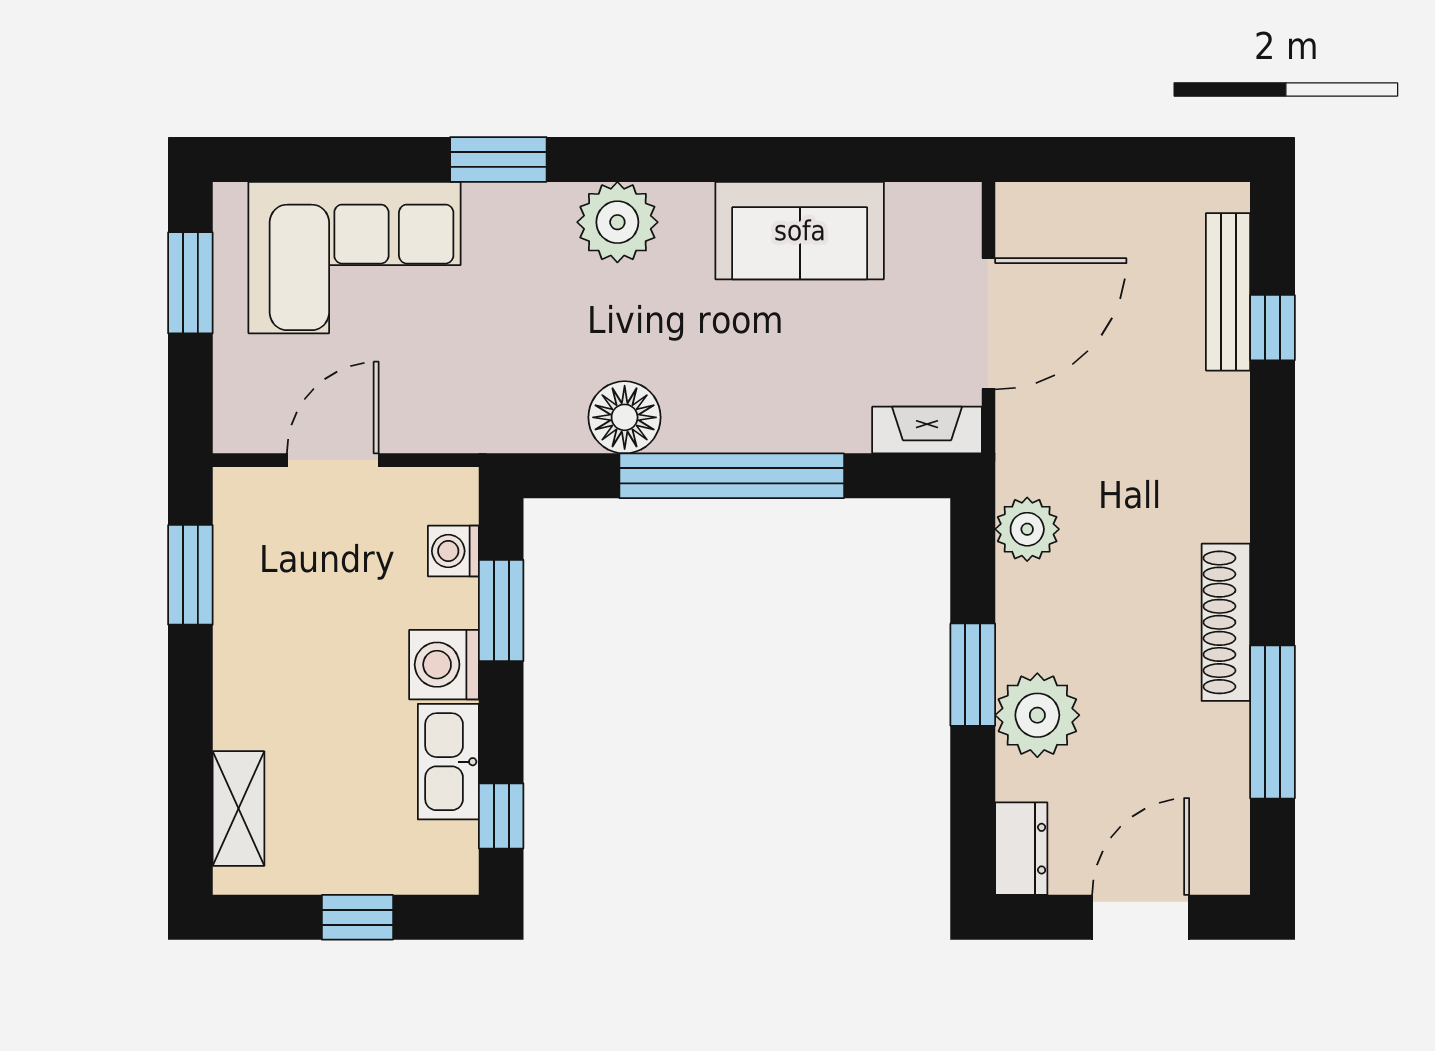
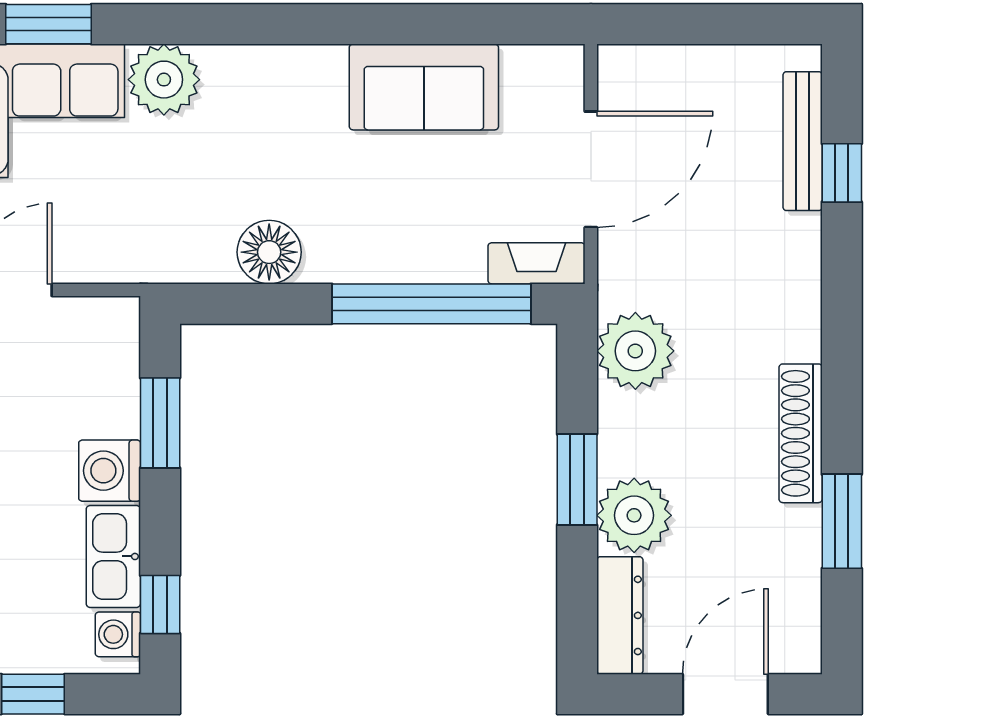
window: (498, 159) -> (48, 24), moved
plant: (617, 222) -> (164, 80), moved
window: (732, 476) -> (431, 304), moved
plant: (1027, 529) -> (635, 351), width x1.36, depth x1.36
washing machine: (453, 551) -> (118, 634), moved
window: (1272, 722) -> (842, 521), width x0.69
dresser: (1021, 849) -> (620, 615), width x1.44

